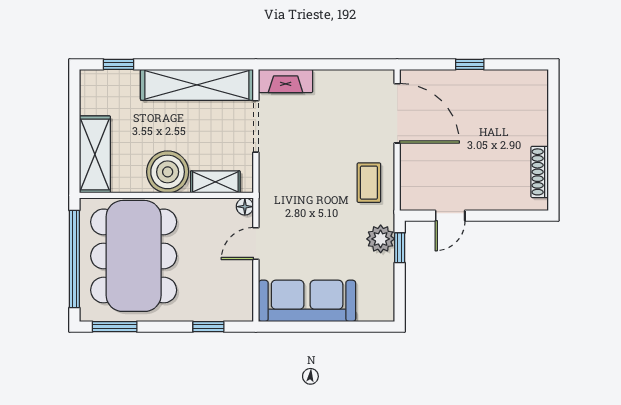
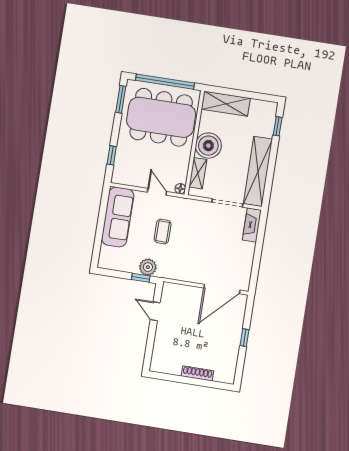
shoe rack: (540, 172) -> (197, 373), moved
coffee table: (369, 183) -> (163, 232), moved, turned 90

